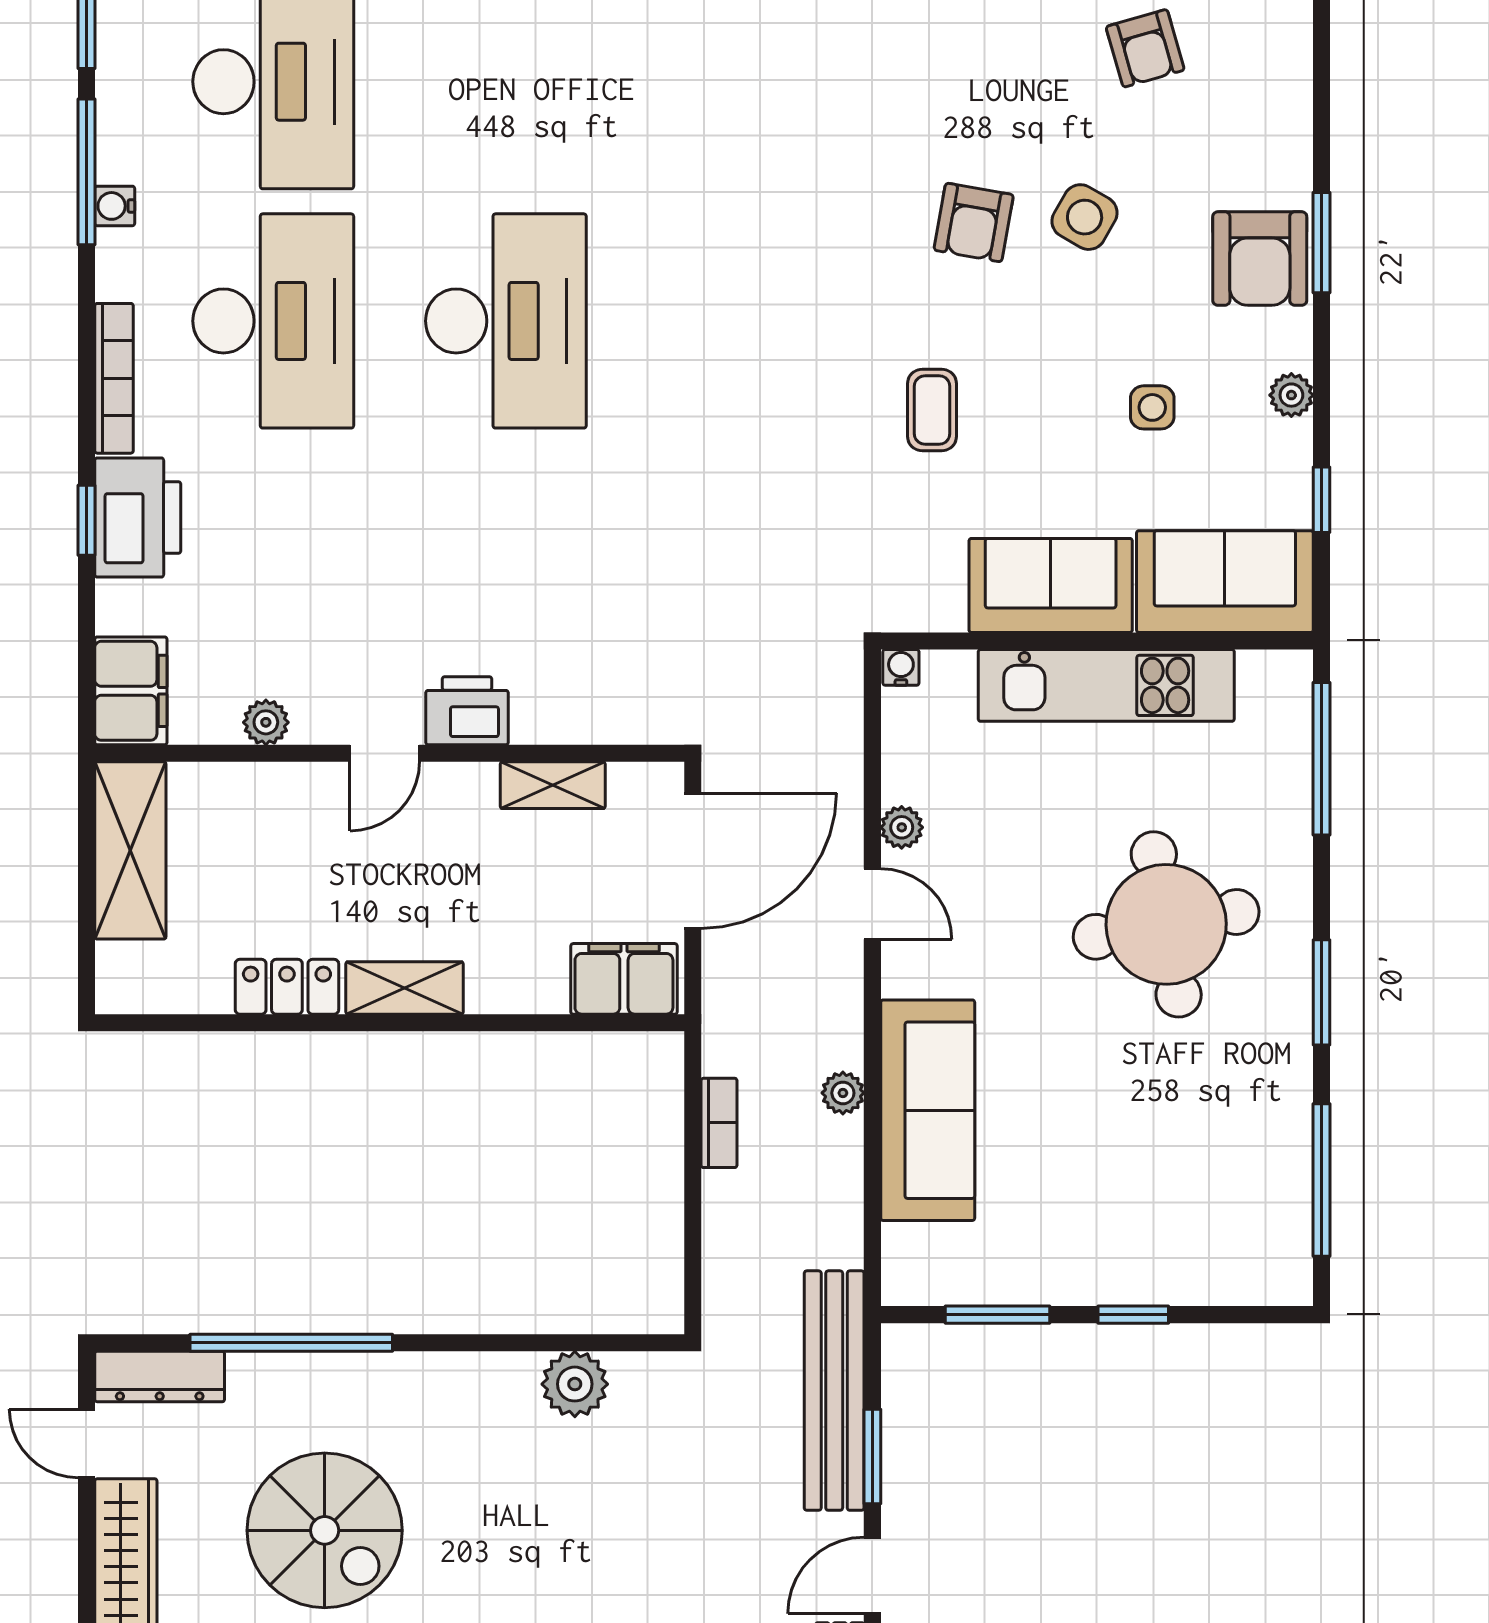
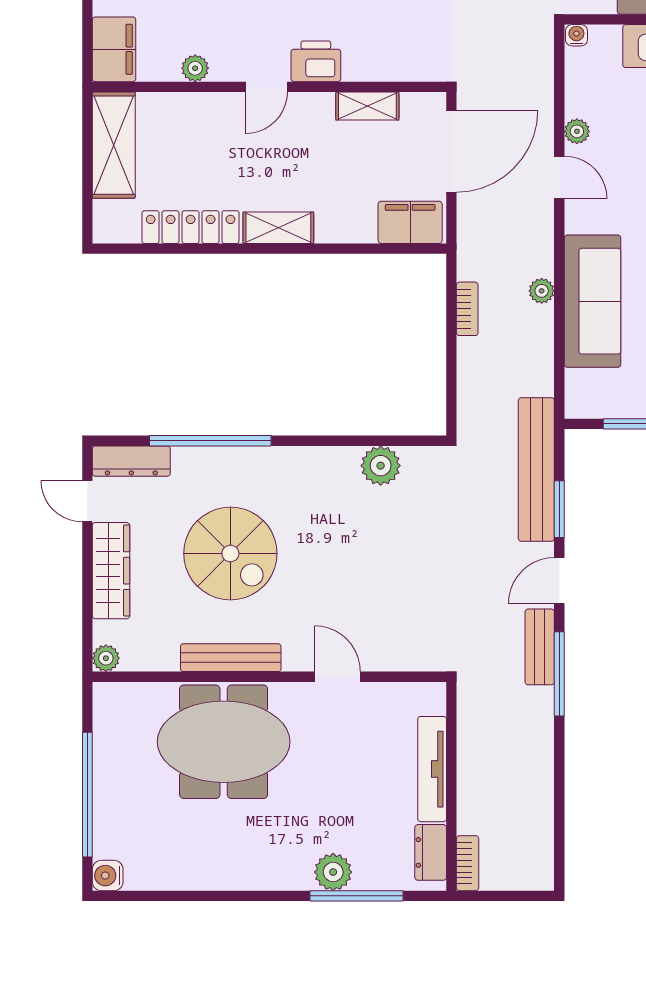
locker: (287, 987) -> (191, 227), width x1.53

